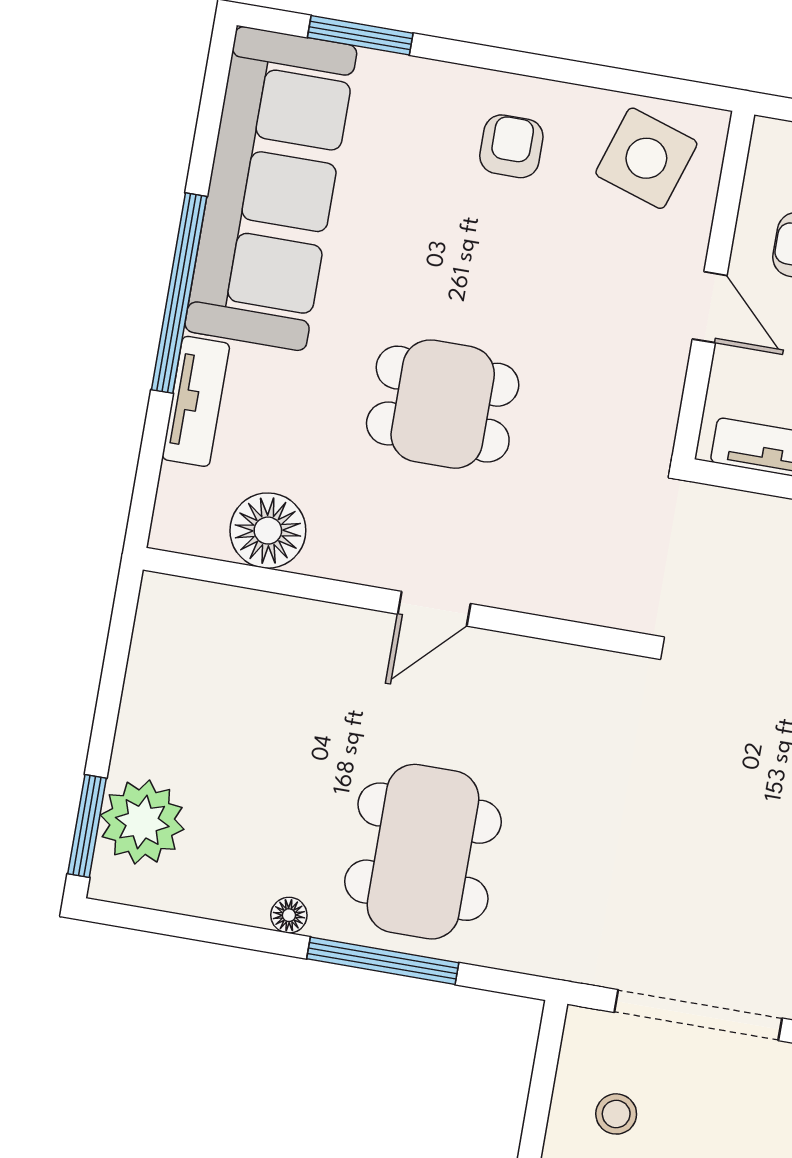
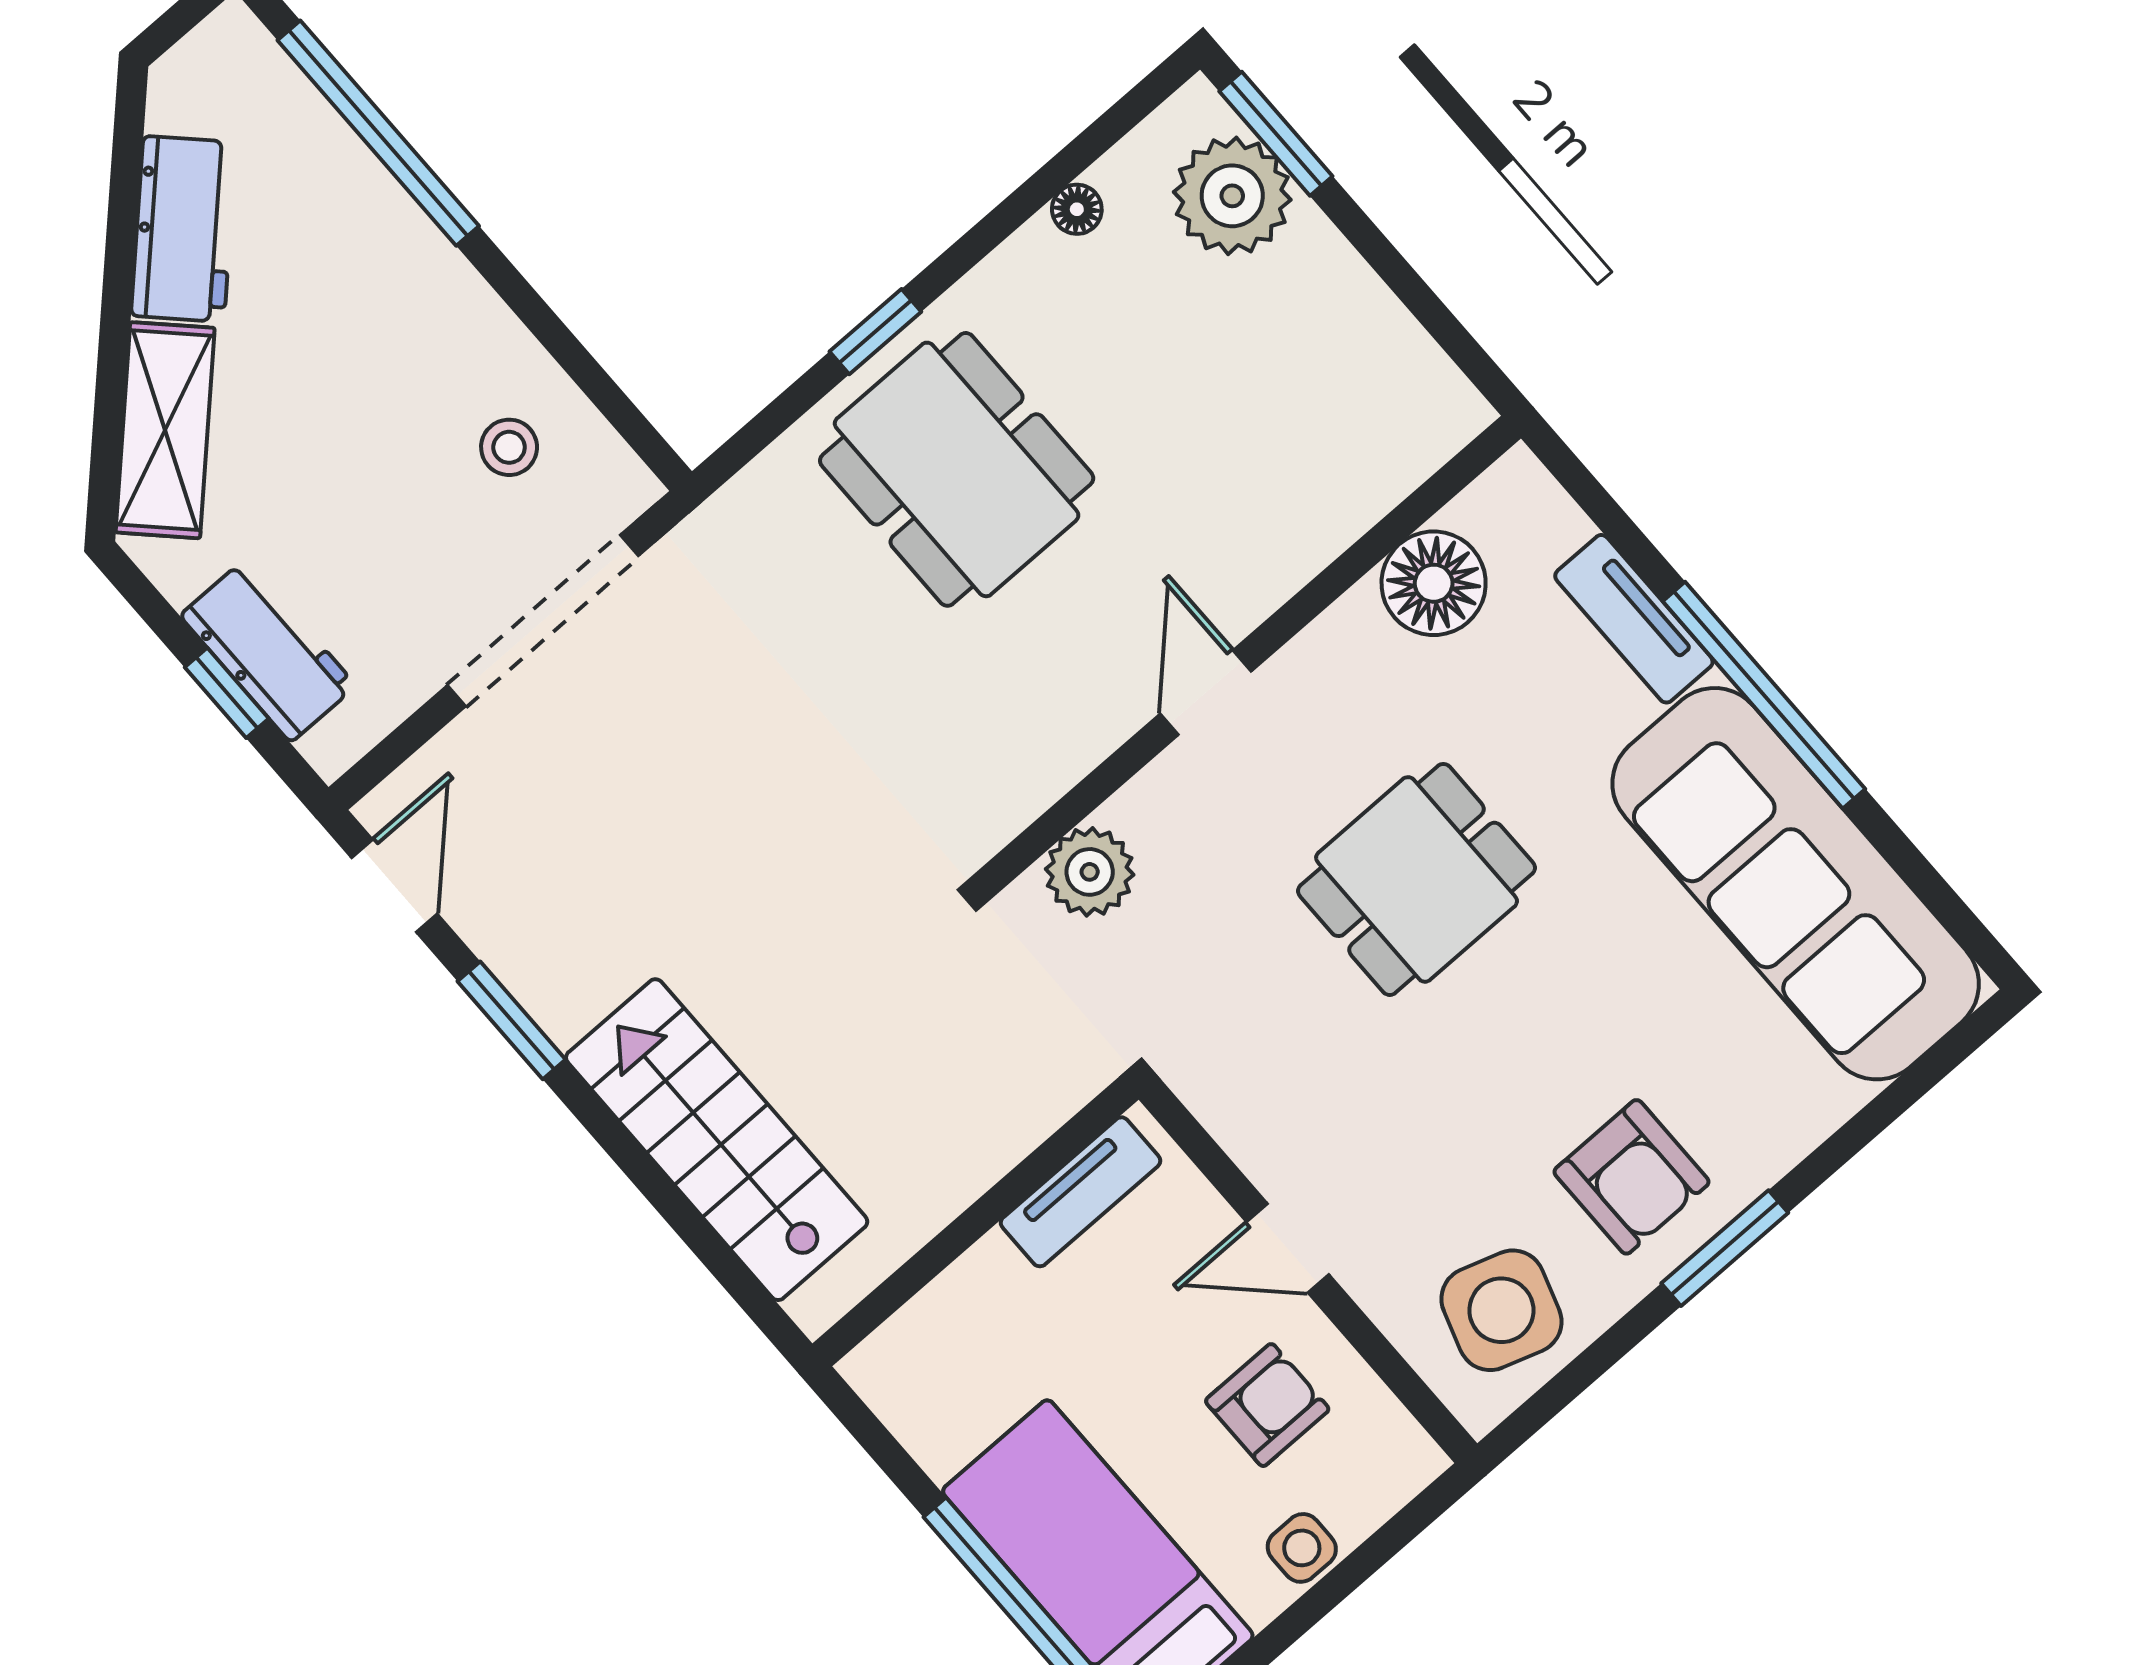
window: (360, 35) -> (1725, 1248), moved
armchair: (511, 146) -> (1631, 1177), width x1.38, depth x1.38
plant: (589, 592) -> (1090, 872), added
floor lamp: (289, 915) -> (1077, 209), moved
window: (383, 961) -> (875, 332), width x0.46

